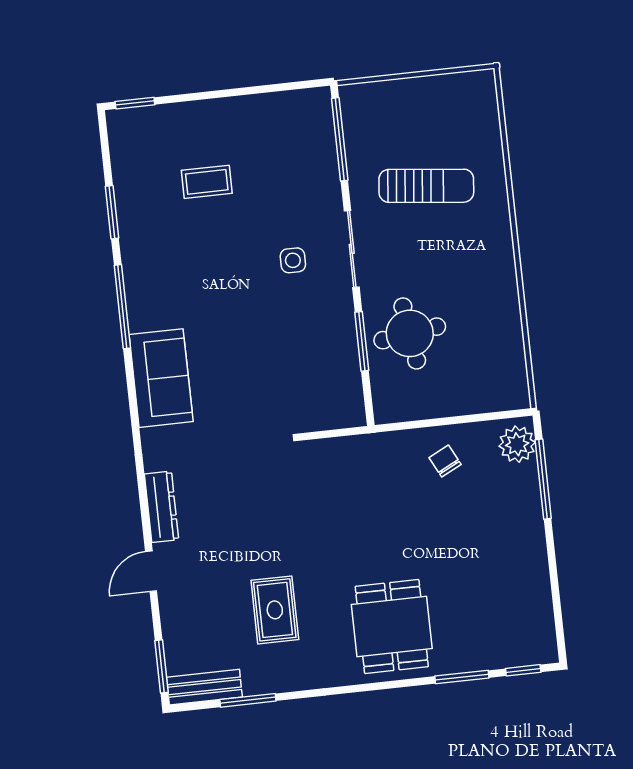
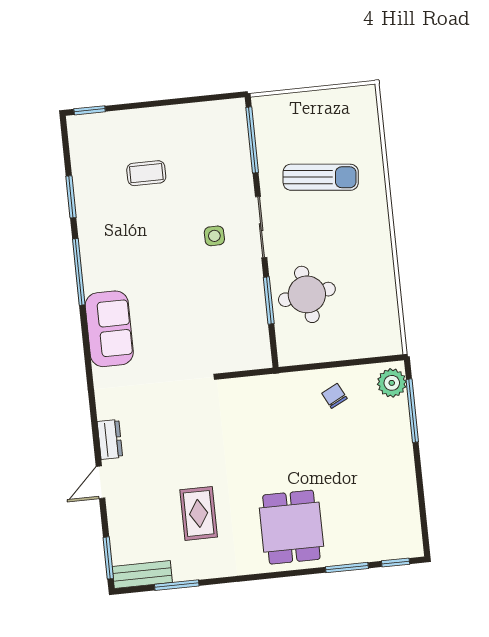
dresser: (161, 507) -> (110, 439), width x0.70

